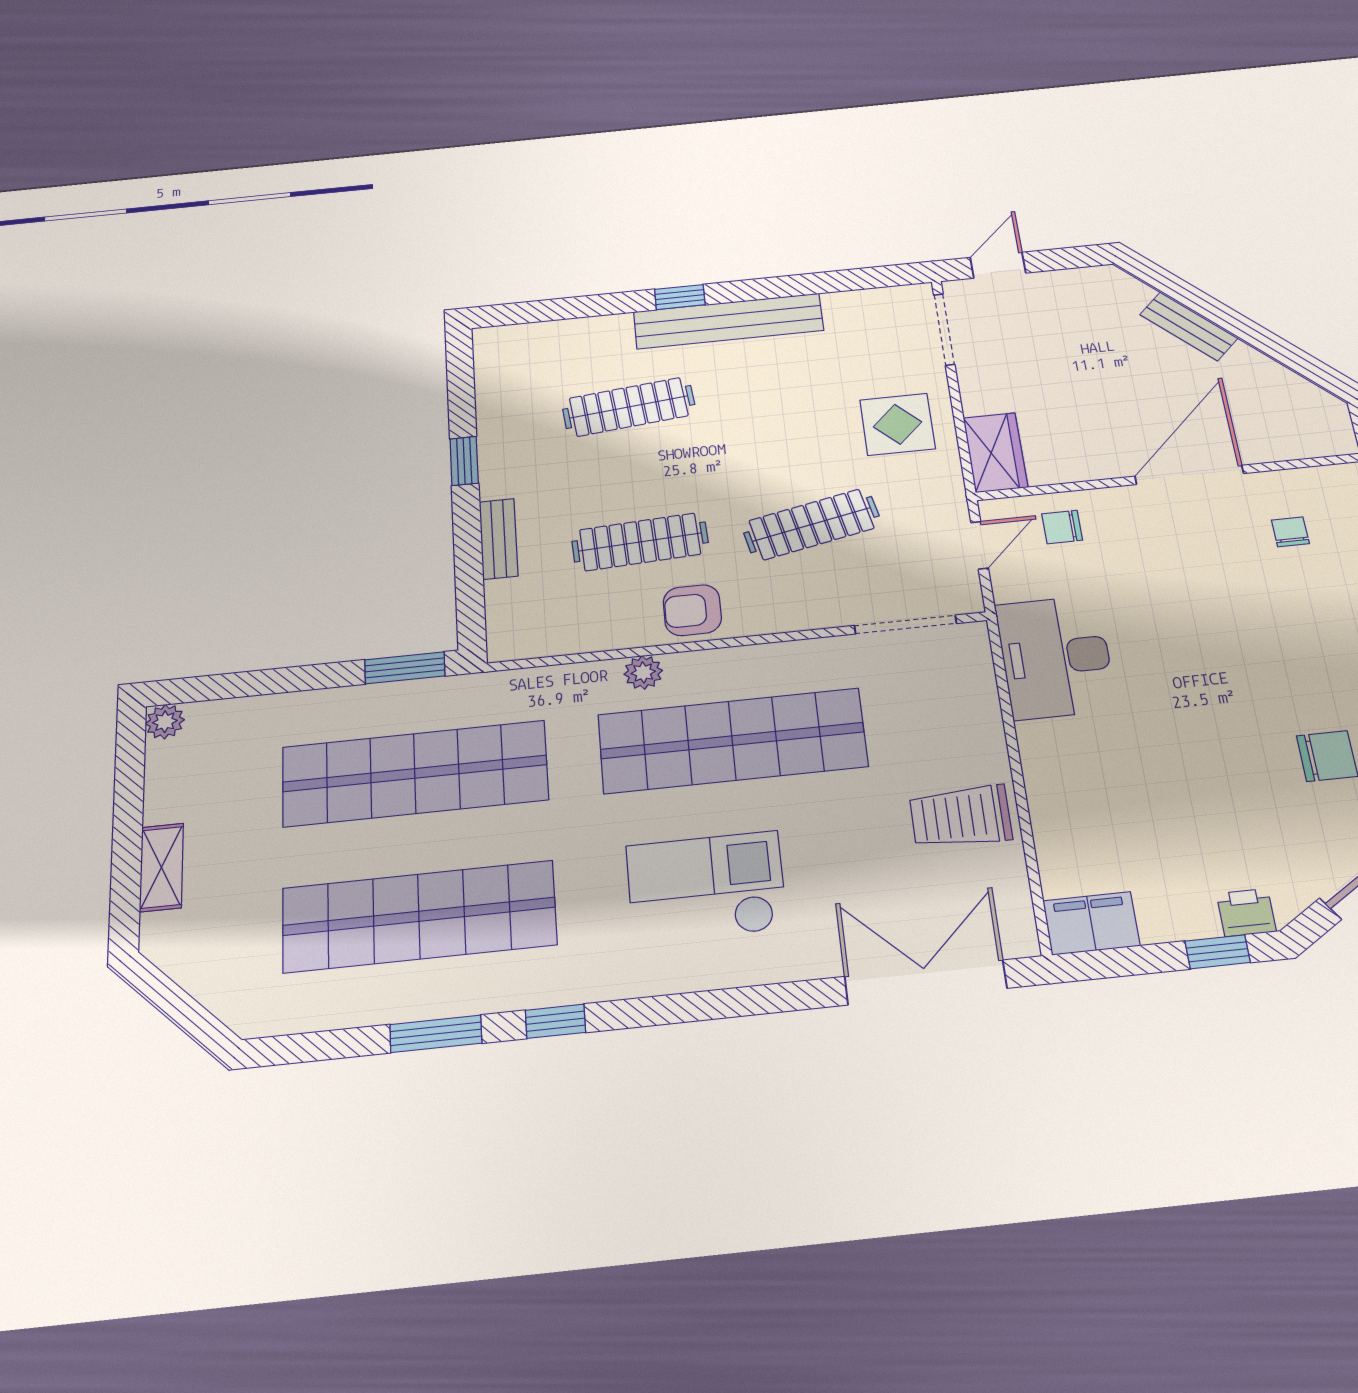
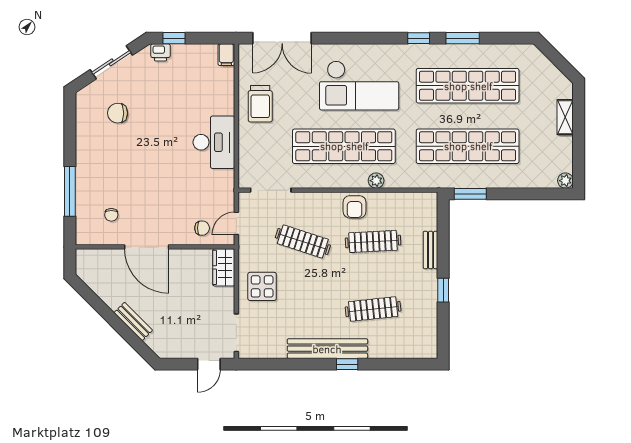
door: (1189, 475) -> (147, 247), hinge flipped
clothes rail: (812, 524) -> (303, 241), turned 30
armchair: (692, 610) -> (355, 207), turned 90
desk: (1056, 657) -> (214, 142), moved
trolley: (961, 817) -> (260, 104), turned 90
checkout: (706, 887) -> (359, 85), width x1.36, depth x1.21
filing cabinet: (1091, 923) -> (226, 55), width x0.50

